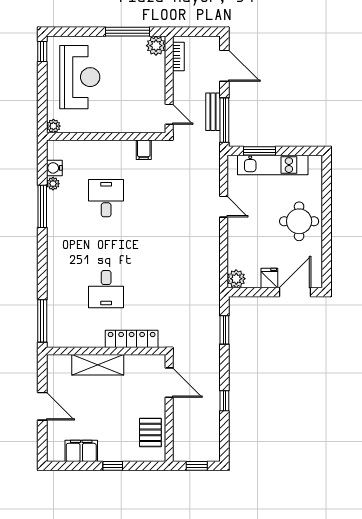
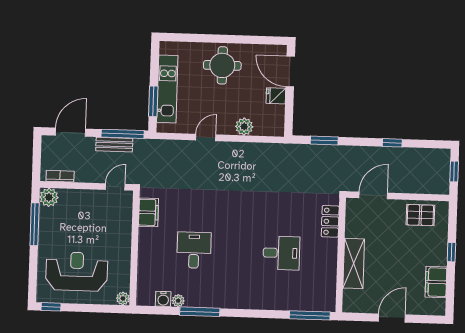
filing cabinet: (144, 150) -> (148, 212), width x2.00
desk: (106, 198) -> (194, 250), turned 90
plant: (236, 279) -> (244, 127), moved
locker: (132, 339) -> (330, 221), width x0.66

